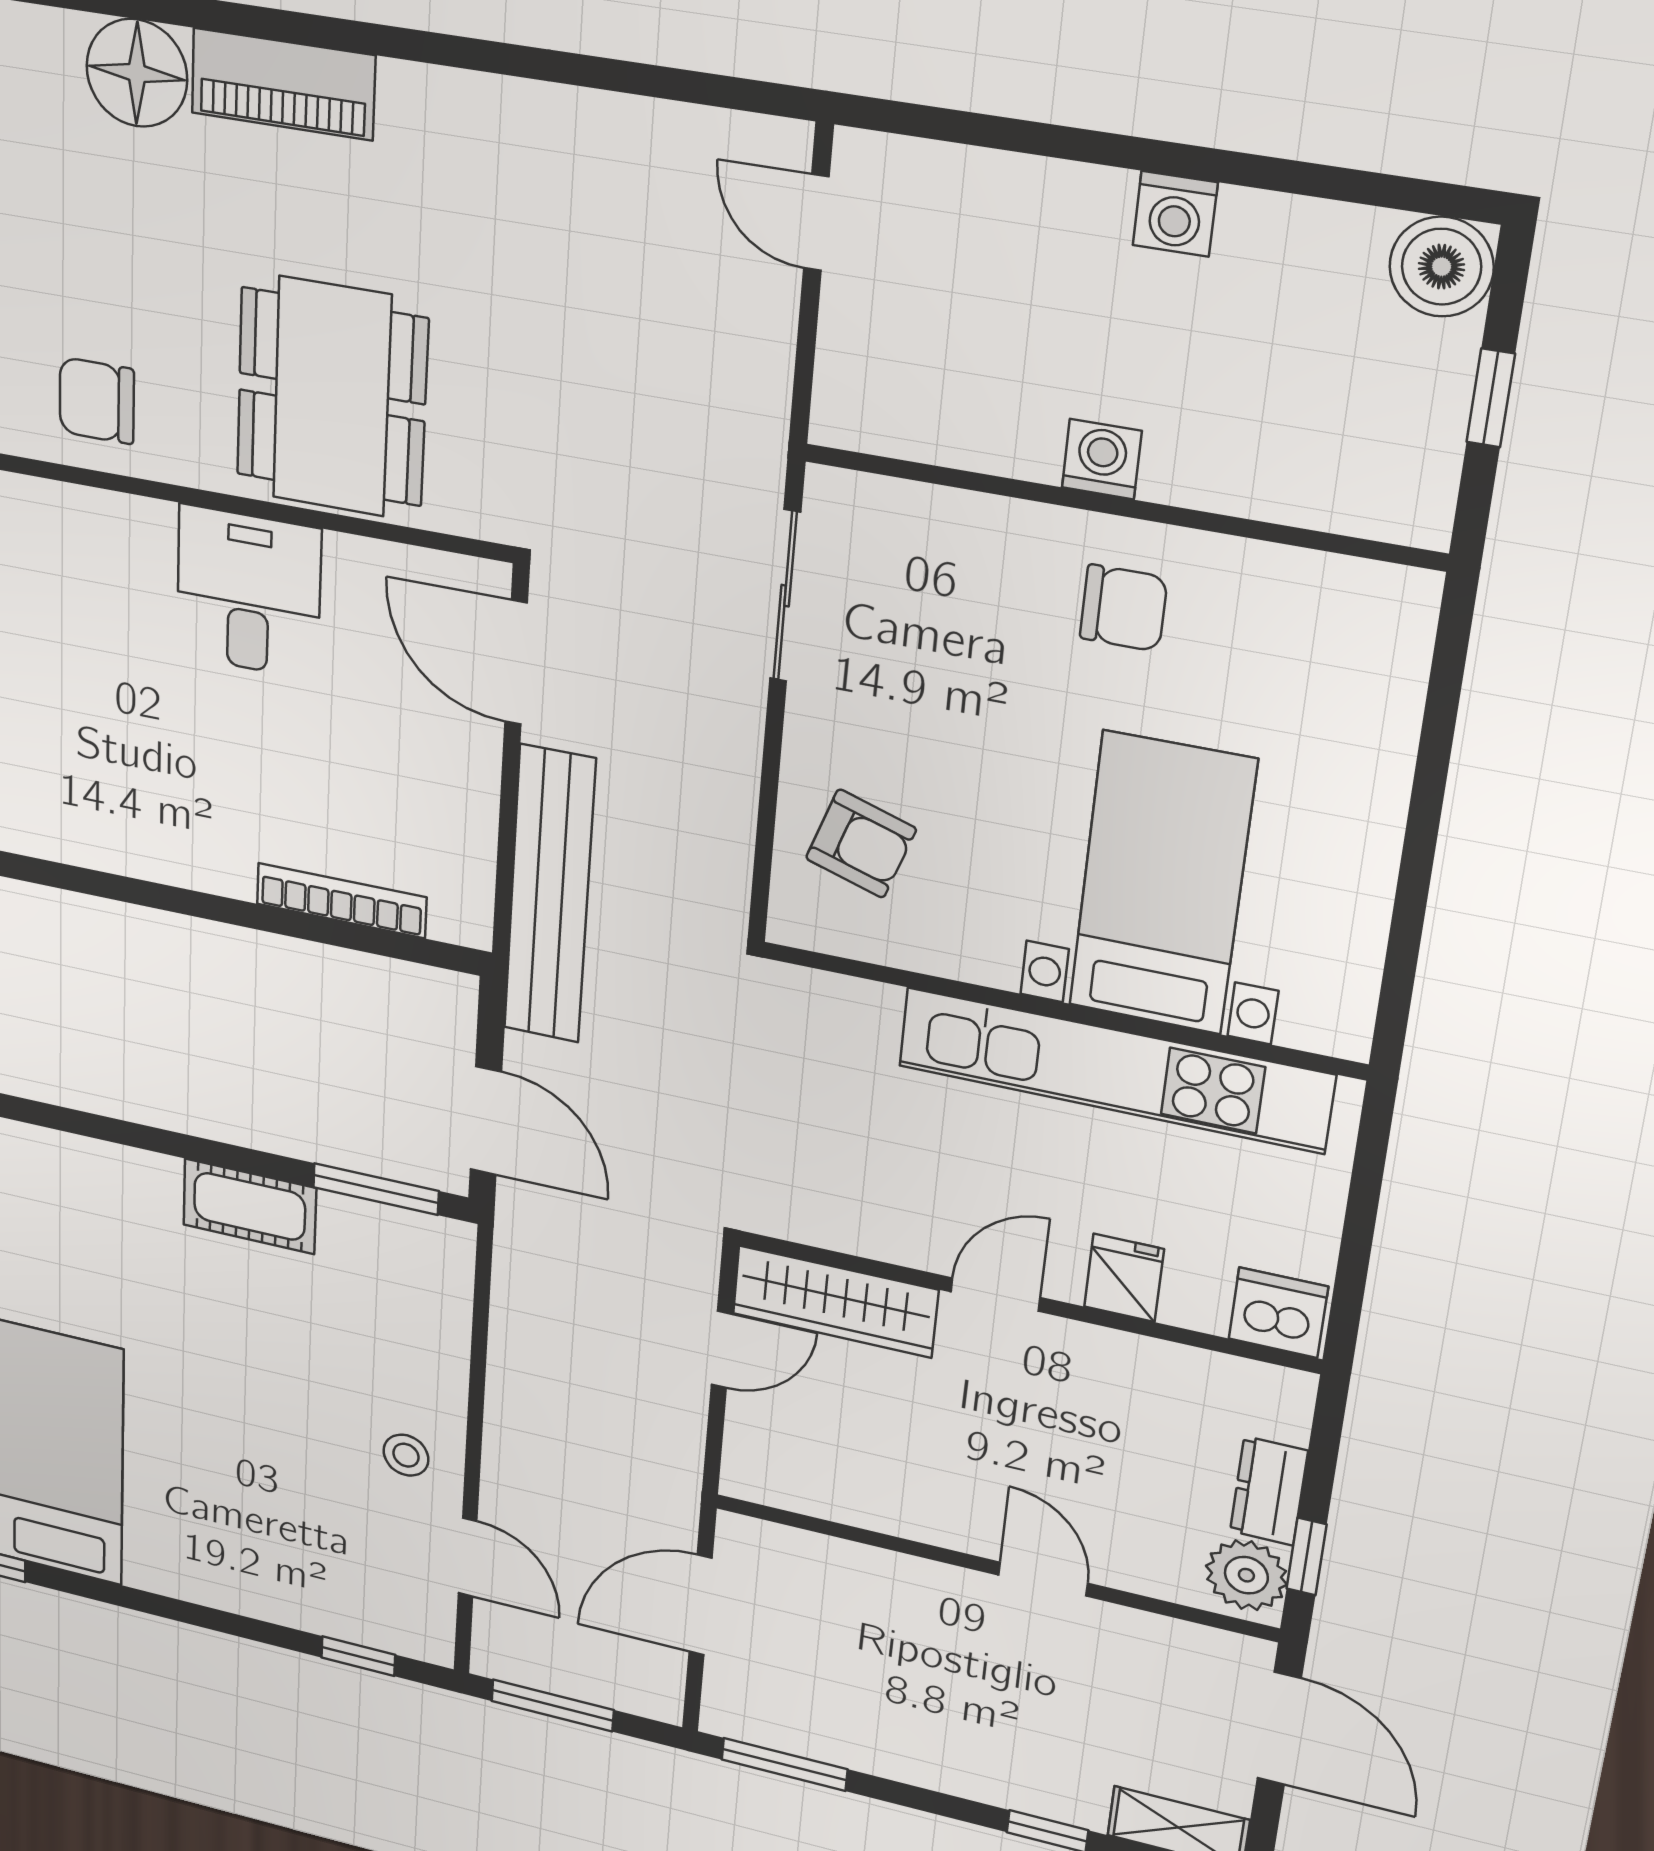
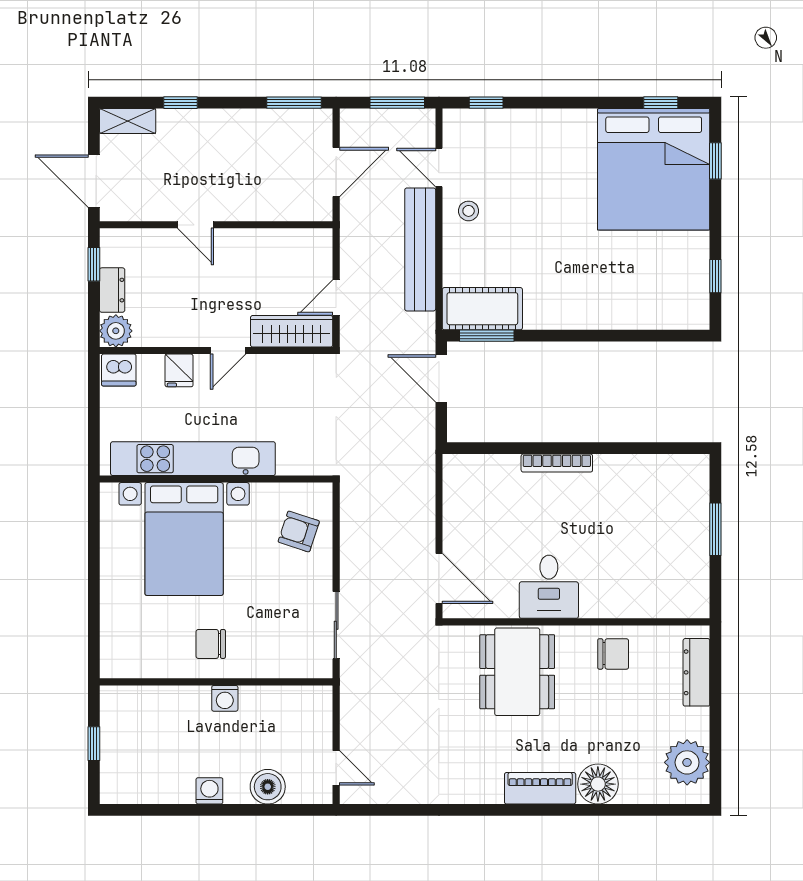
boiler: (1442, 267) -> (268, 787), moved
bed with nightstands: (1162, 884) -> (184, 539), width x1.36
bench: (549, 895) -> (420, 249), moved
bookcase: (341, 901) -> (557, 463), moved
cot: (250, 1206) -> (482, 309), moved, width x1.37, depth x1.34
plant: (1246, 1575) -> (116, 331), moved

